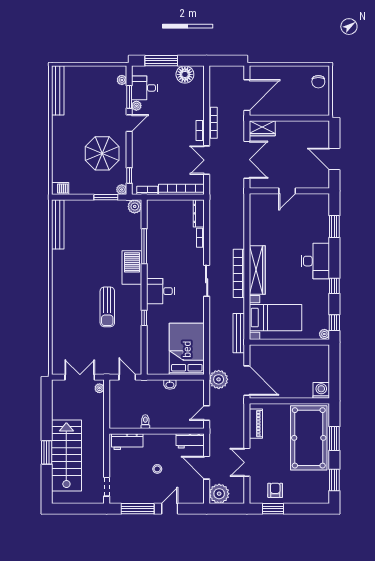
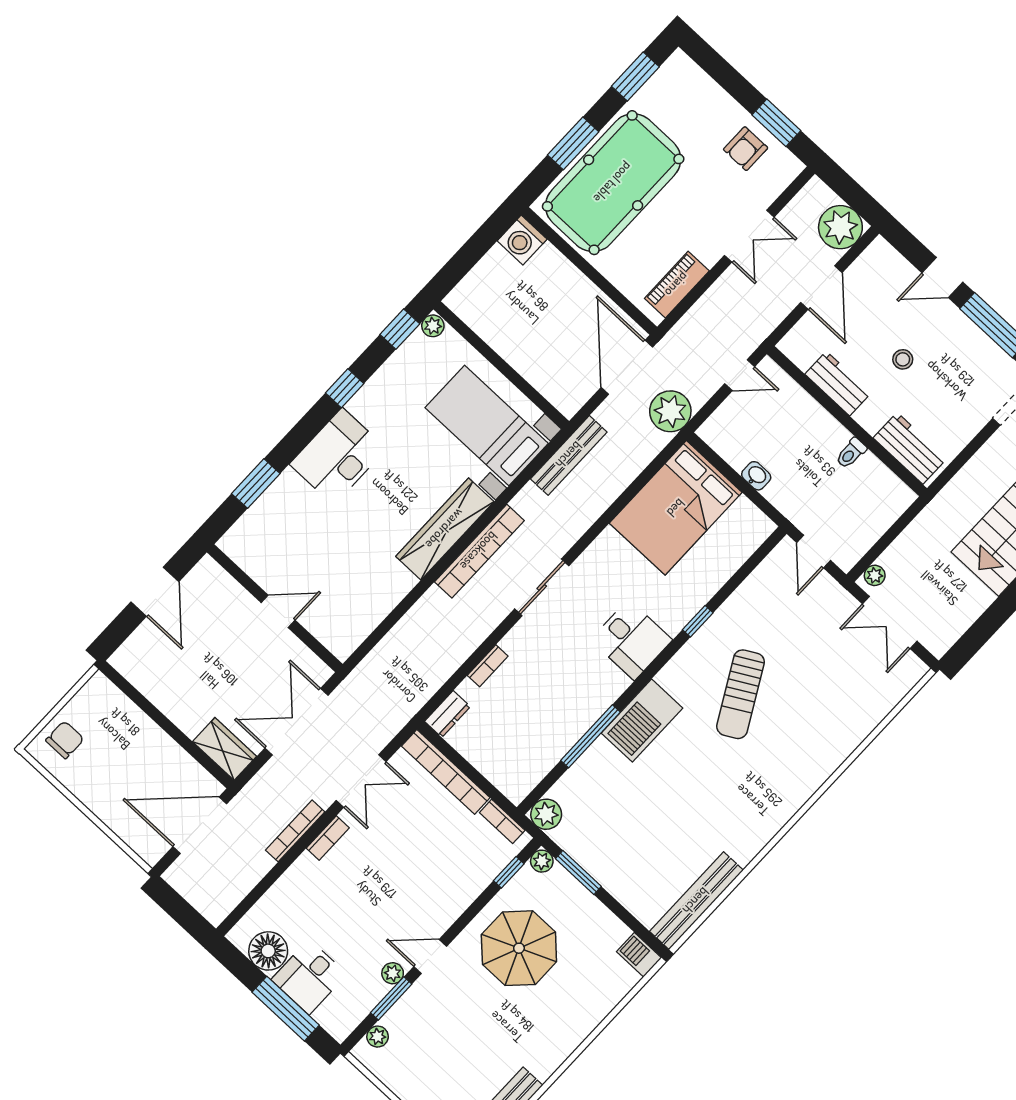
desk: (145, 88) -> (309, 977), moved, turned 90
dresser: (199, 213) -> (447, 714), width x0.70
sun lounger: (107, 307) -> (741, 694), turned 151
workbench: (190, 441) -> (838, 384), moved

